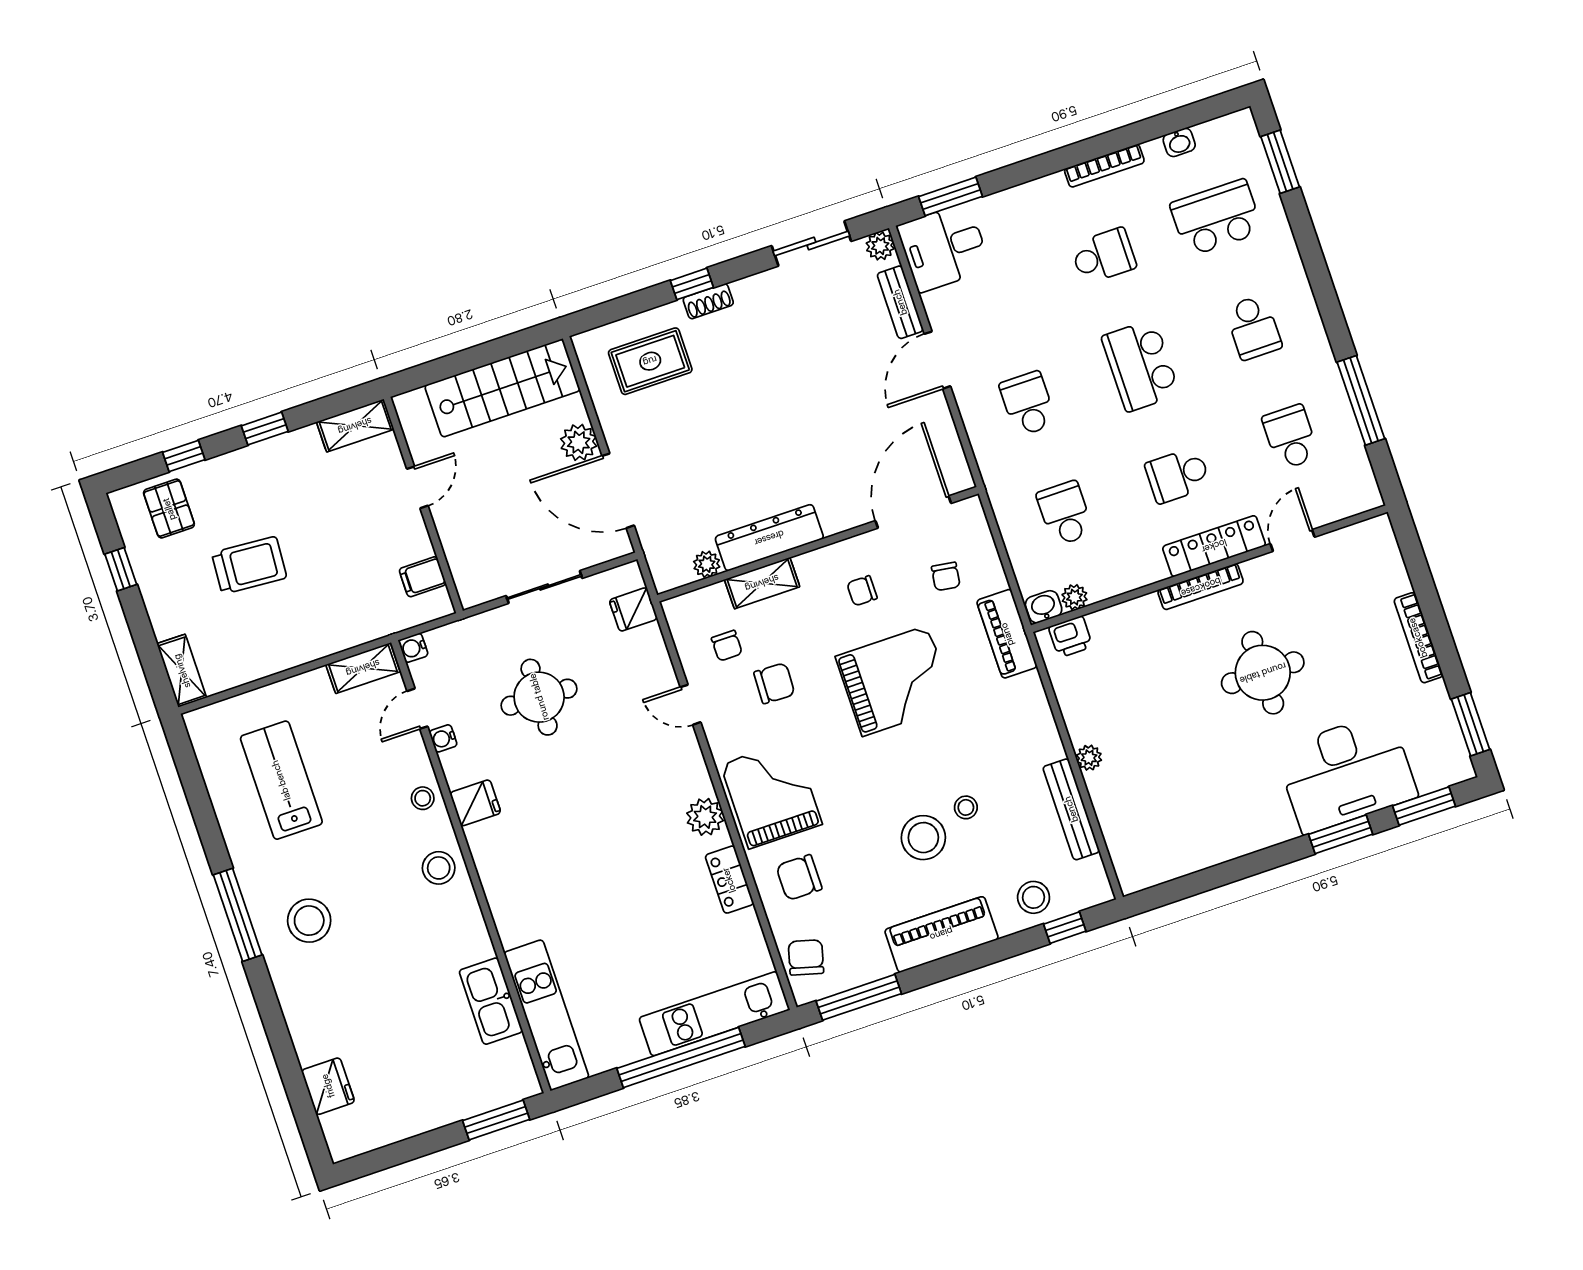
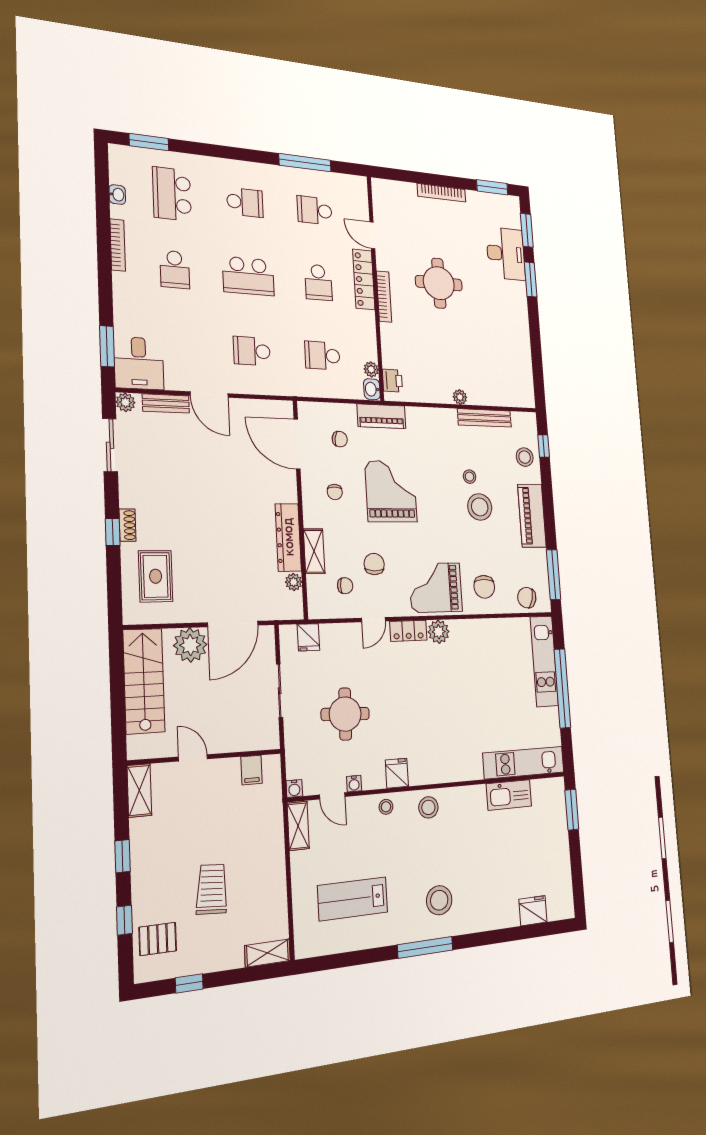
school desk: (1103, 256) -> (175, 269), turned 180
plant: (579, 442) -> (190, 645), width x1.36, depth x1.36
desk: (1346, 773) -> (506, 254), width x0.73, depth x0.77
locker: (729, 880) -> (408, 631), moved

